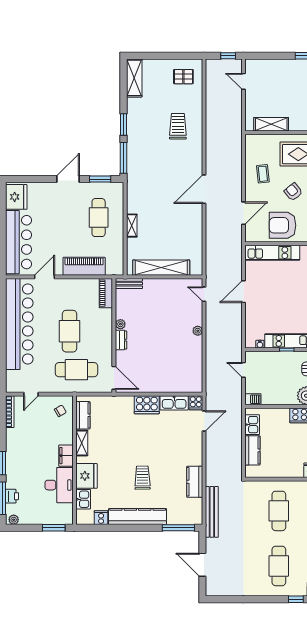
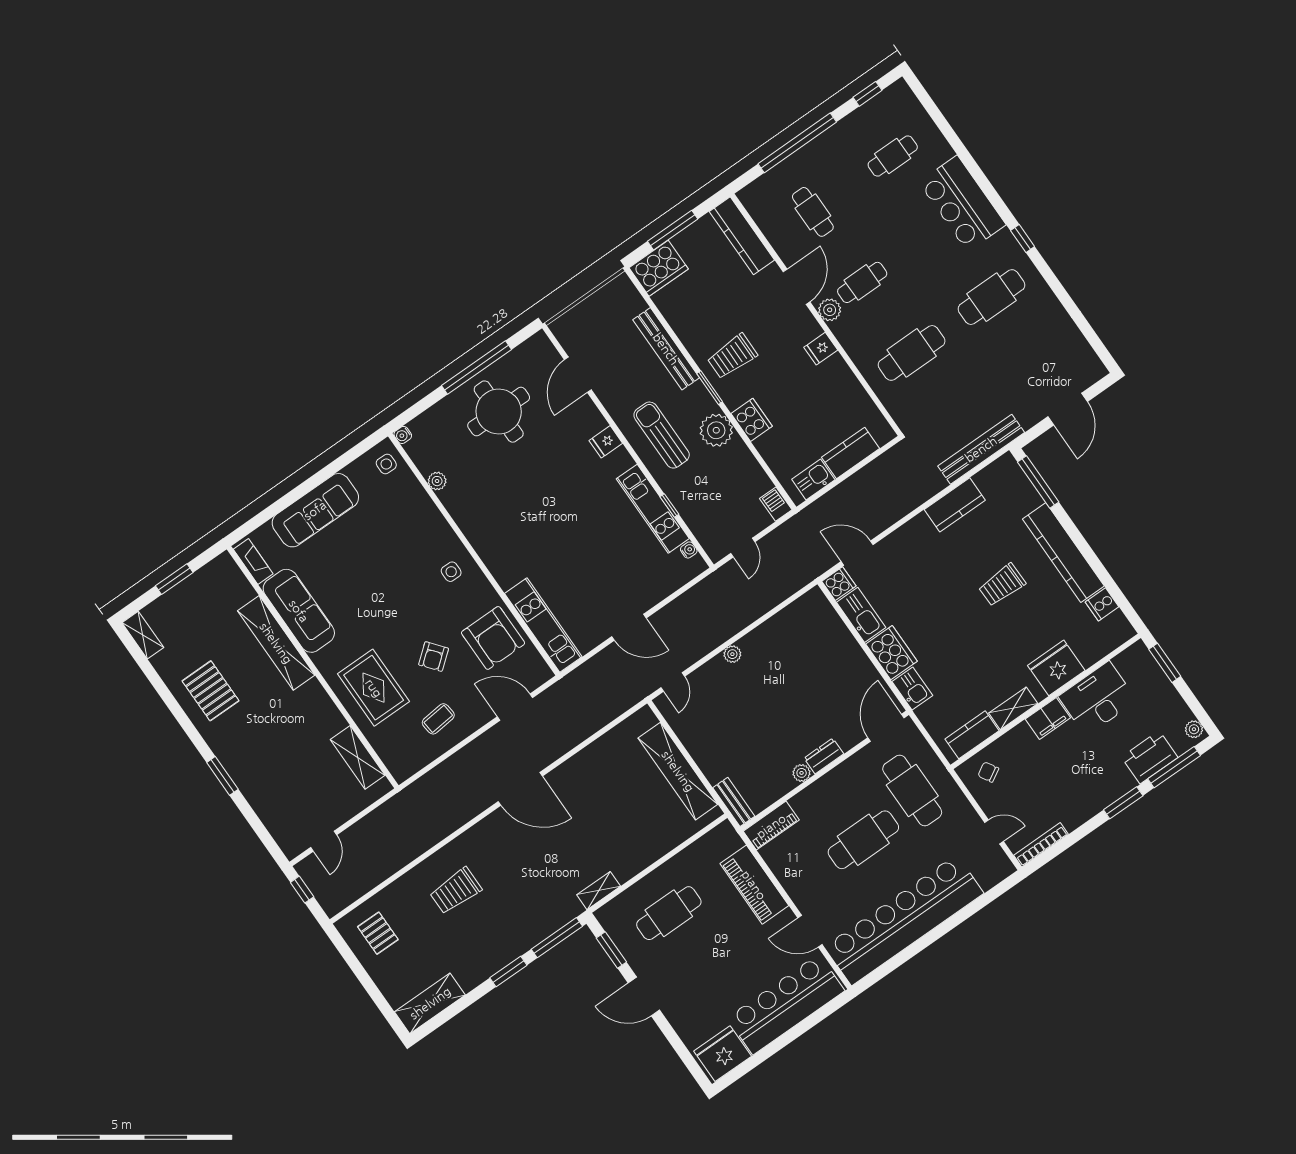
shelving: (132, 226) -> (599, 891), moved
printer: (12, 496) -> (1150, 757), width x1.87, depth x1.48
kitchen sink: (83, 499) -> (912, 688), moved, turned 90

